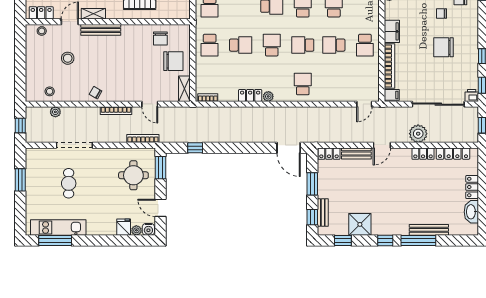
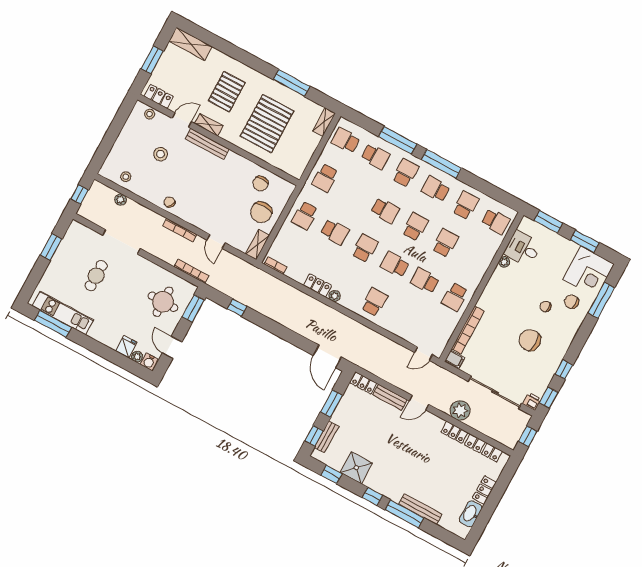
filing cabinet: (392, 31) -> (488, 298), removed
chair: (173, 61) -> (261, 212), turned 90

